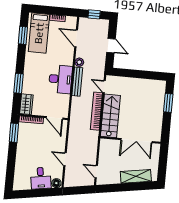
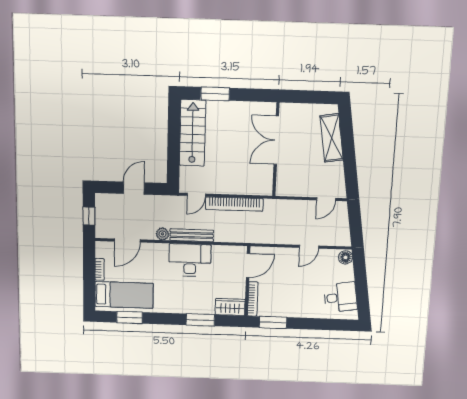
stairs: (110, 116) -> (193, 133), moved, turned 90
double door: (136, 141) -> (276, 140), swing flipped
desk: (41, 178) -> (340, 297), moved

